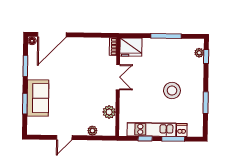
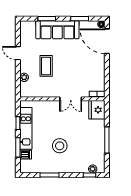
sofa: (38, 98) -> (57, 30), width x1.36
coffee table: (80, 105) -> (46, 66), added
plant: (109, 112) -> (40, 92), removed

